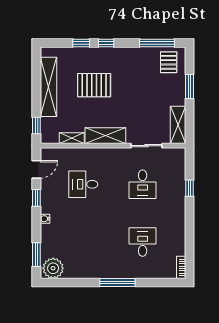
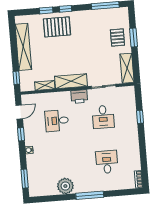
pallet: (169, 62) -> (117, 38), moved
pallet: (94, 85) -> (57, 27), moved
printer: (114, 156) -> (79, 97), added
plant: (53, 268) -> (65, 186), moved

